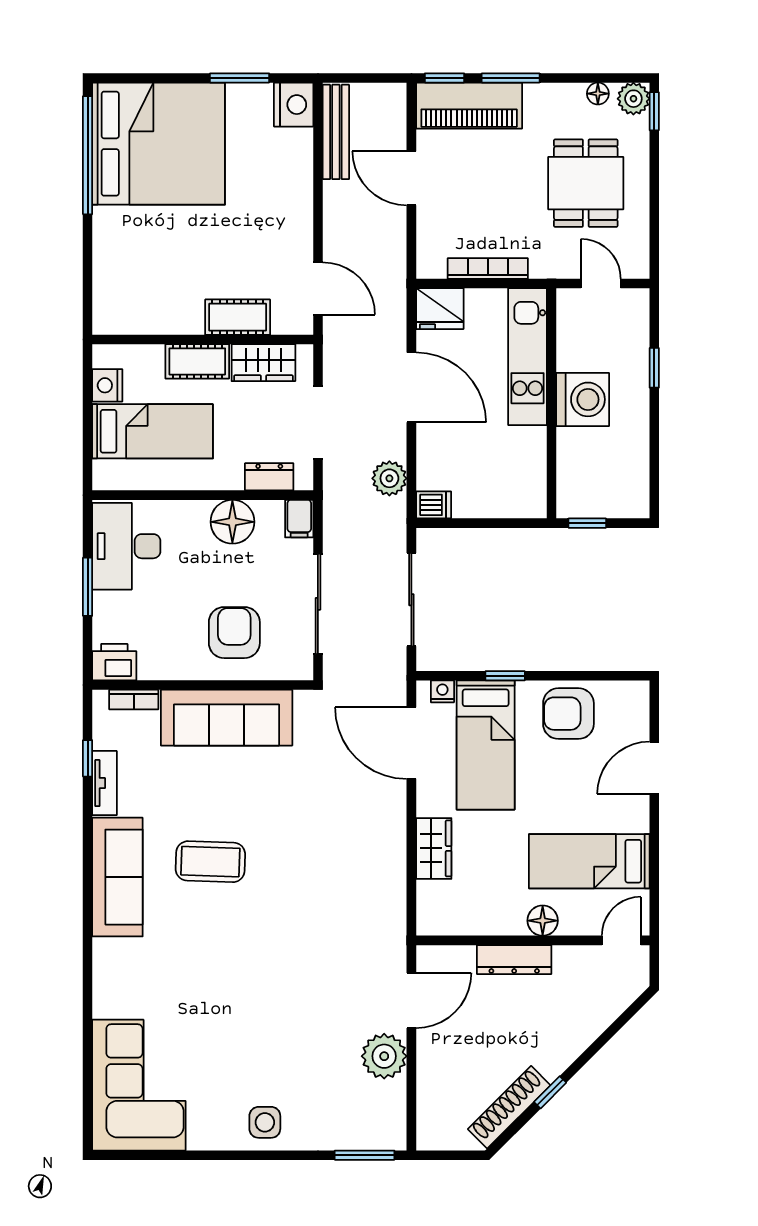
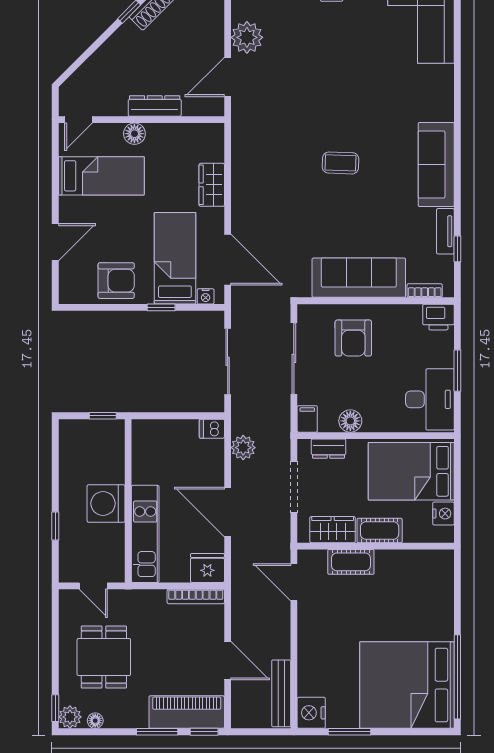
bookcase: (488, 268) -> (196, 596), moved
bed: (153, 431) -> (411, 471), width x1.50
floor lamp: (232, 522) -> (350, 421), width x0.73, depth x0.73
coffee table: (210, 862) -> (340, 163), moved, width x0.73, depth x0.77

